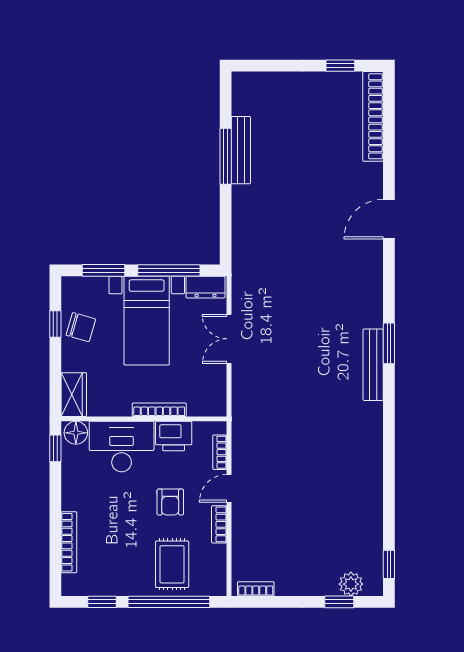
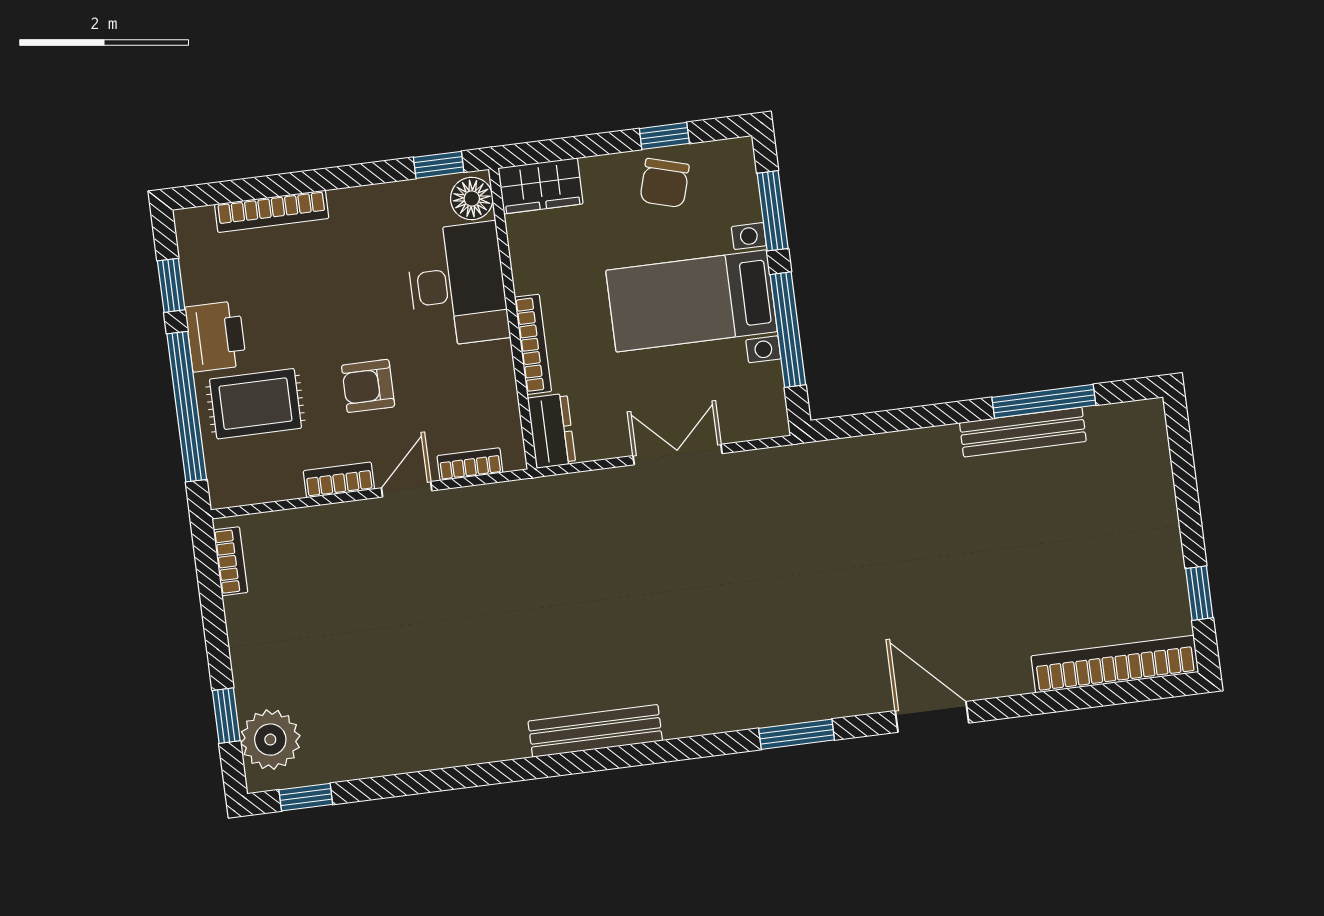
window: (226, 156) -> (1044, 401), moved
dresser: (206, 287) -> (552, 431), moved, turned 180
window: (389, 343) -> (797, 734), moved
bench: (373, 365) -> (595, 731), moved
printer: (174, 436) -> (216, 336), moved, turned 180
door: (229, 488) -> (407, 489), hinge flipped
plant: (351, 584) -> (270, 740), width x1.36, depth x1.36

